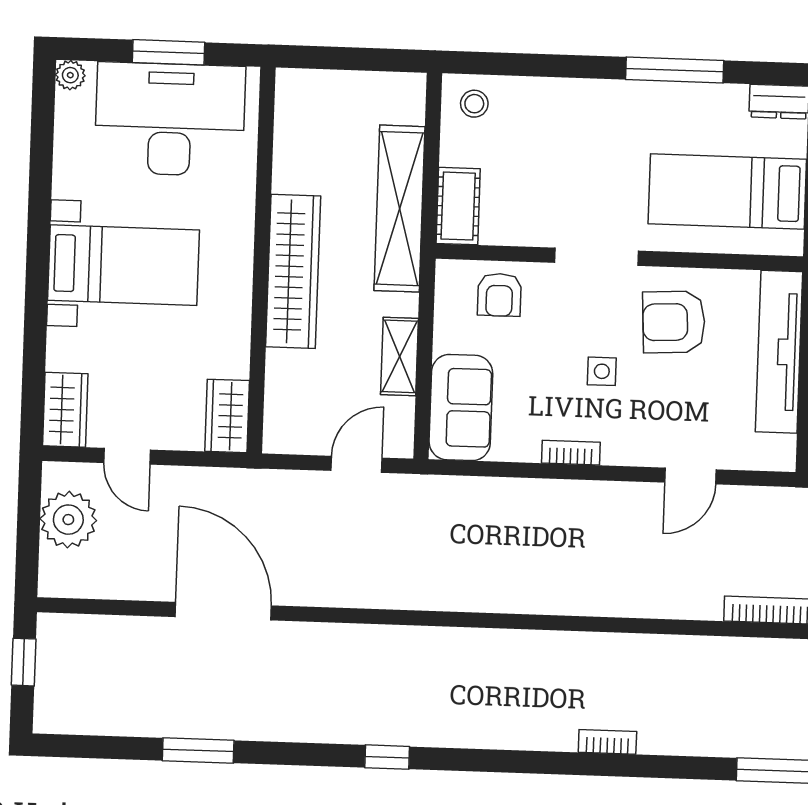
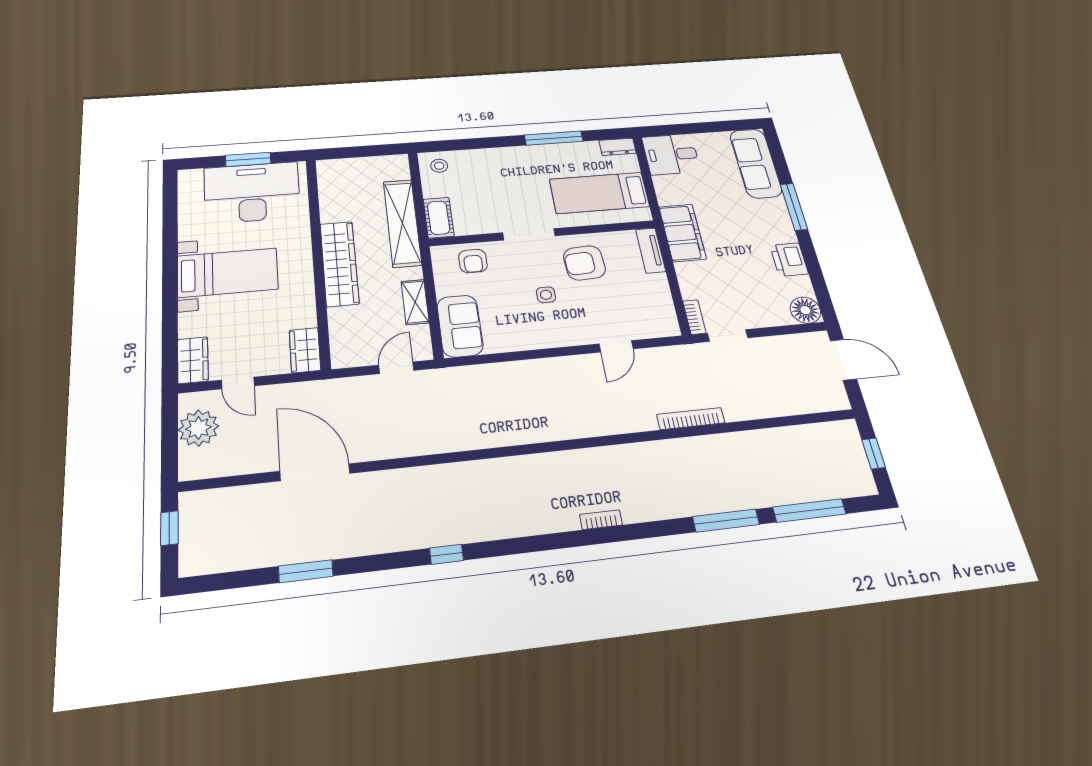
plant: (70, 75) -> (187, 177), removed
tv unit: (779, 352) -> (651, 250), width x0.52, depth x0.78
bookcase: (571, 453) -> (536, 343), removed

